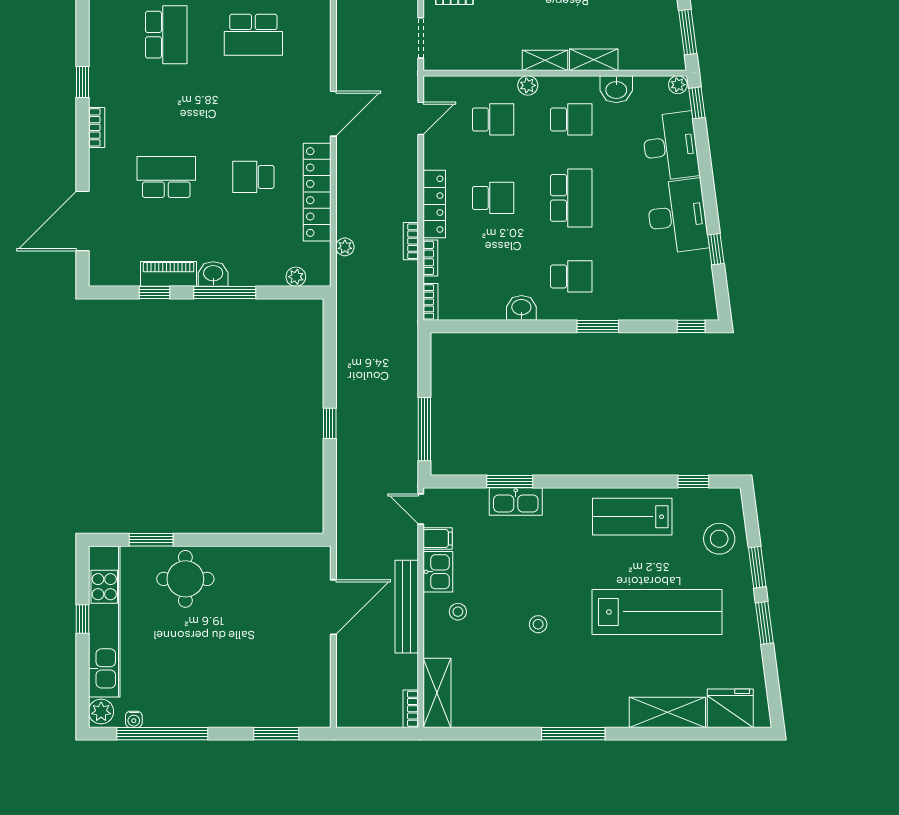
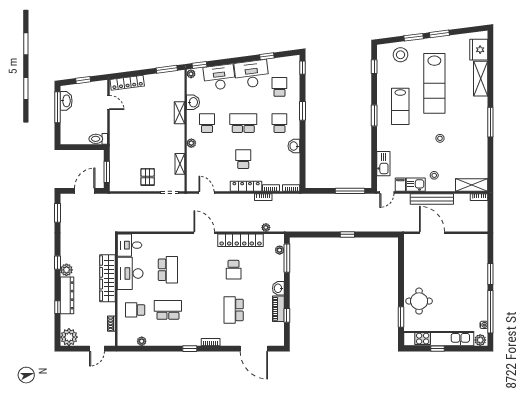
shelving: (545, 60) -> (180, 164), moved
school desk: (493, 119) -> (279, 87), moved
window: (225, 292) -> (287, 258), moved
window: (510, 482) -> (374, 116), moved
kitchen sink: (516, 502) -> (383, 164), moved
lab bench: (632, 517) -> (400, 106), moved
lab bench: (657, 612) -> (434, 83), turned 180
window: (276, 734) -> (490, 274), moved

